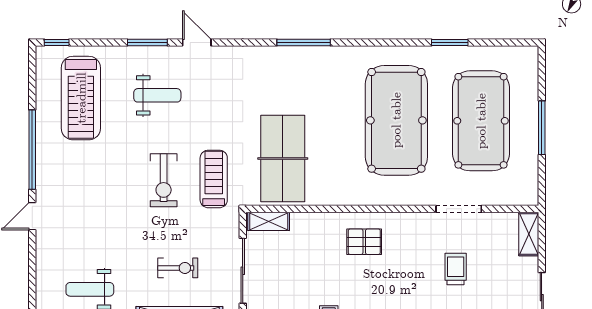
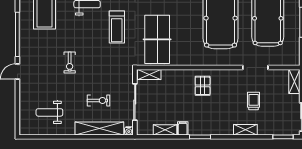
treadmill: (214, 179) -> (117, 27), moved, turned 180
exercise bike: (164, 180) -> (70, 63), moved, width x0.73, depth x0.72
pallet: (364, 242) -> (203, 86), turned 90

